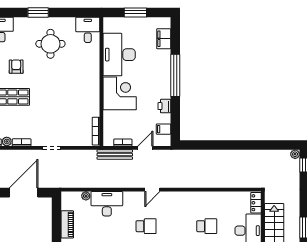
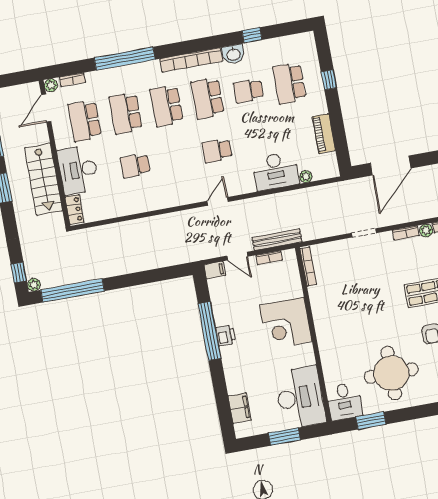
window: (38, 12) -> (371, 421), moved
round table: (50, 44) -> (391, 373), width x1.36, depth x1.36
desk: (119, 55) -> (300, 397), moved
window: (175, 75) -> (210, 331), moved
printer: (164, 106) -> (226, 335), moved
filing cabinet: (163, 129) -> (215, 270), moved
window: (268, 145) -> (73, 290), added
door: (145, 148) -> (237, 256), hinge flipped

